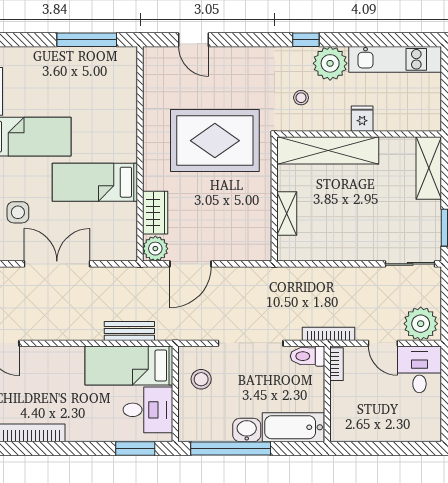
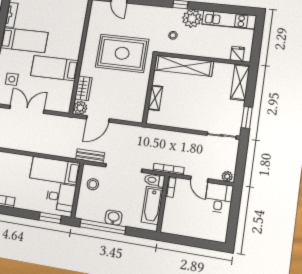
fridge: (362, 119) -> (237, 54), moved
plant: (421, 324) -> (227, 176), width x0.53, depth x0.53
bench: (129, 331) -> (90, 156), moved
bathtub: (293, 427) -> (152, 205), moved, turned -90

